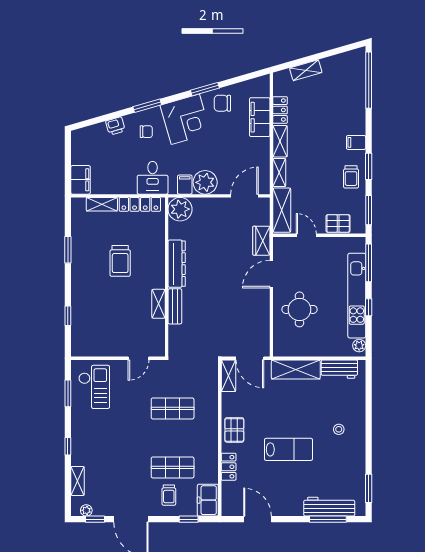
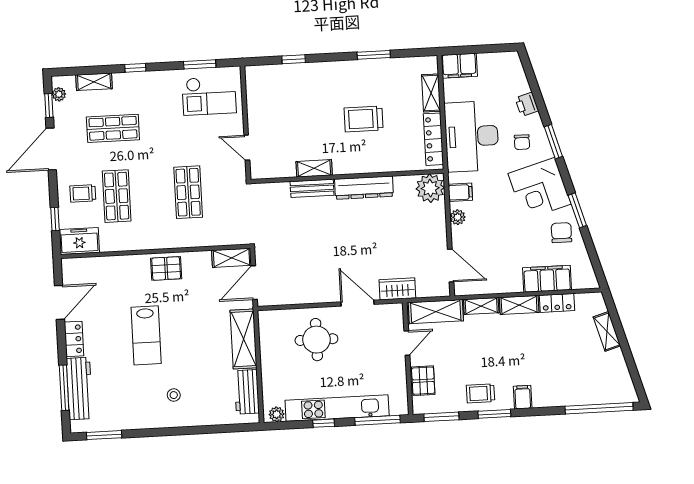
desk: (153, 178) -> (472, 136), width x1.87, depth x1.30
plant: (205, 182) -> (458, 217), width x0.53, depth x0.53
shop shelf: (117, 467) -> (113, 128), added
locker: (229, 467) -> (74, 339), moved, turned -90

